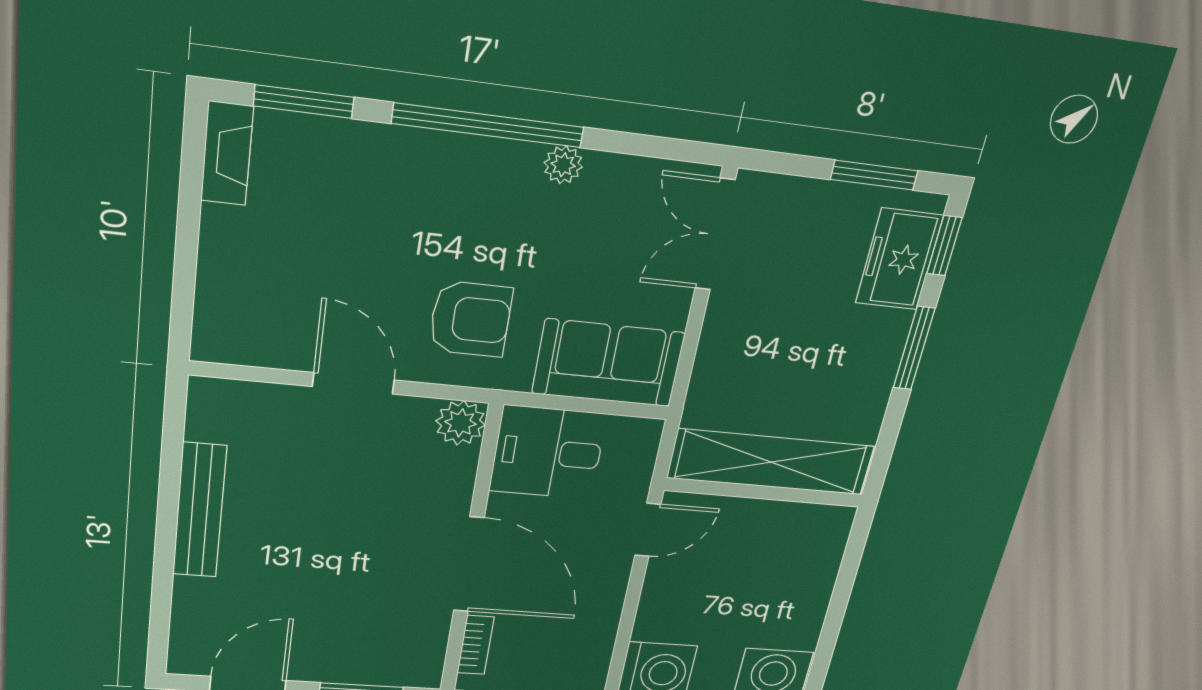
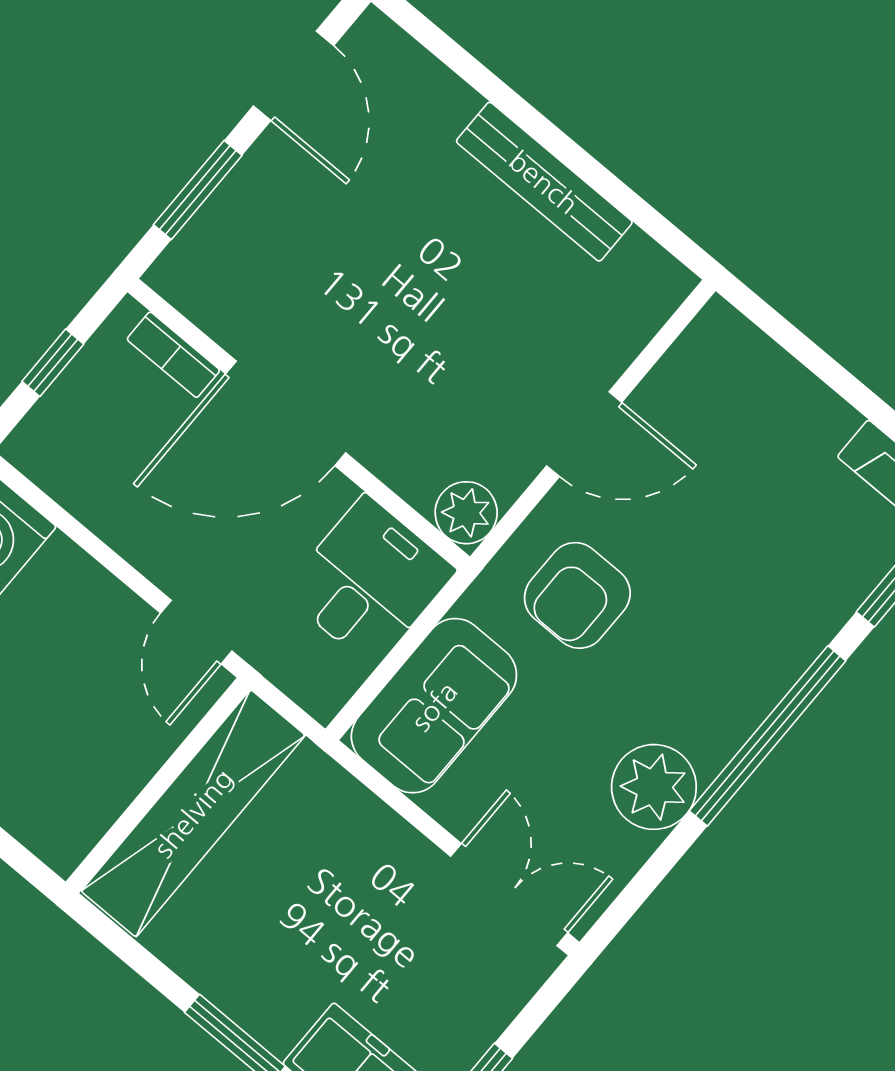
plant: (563, 165) -> (654, 787), width x1.87, depth x1.87

